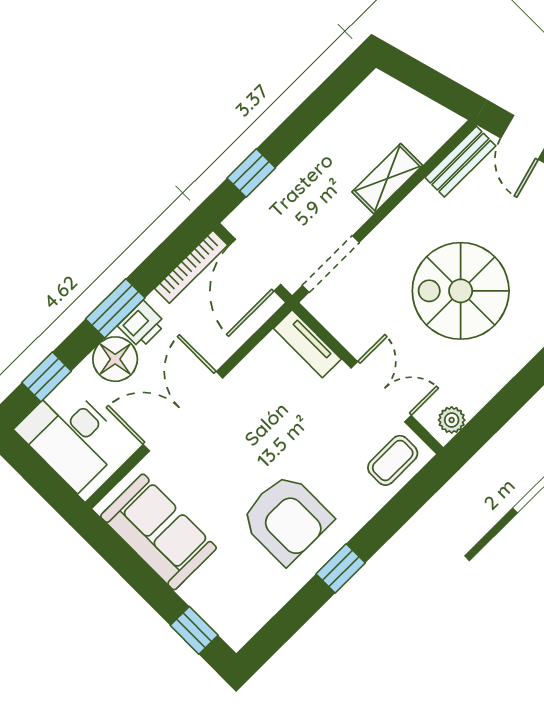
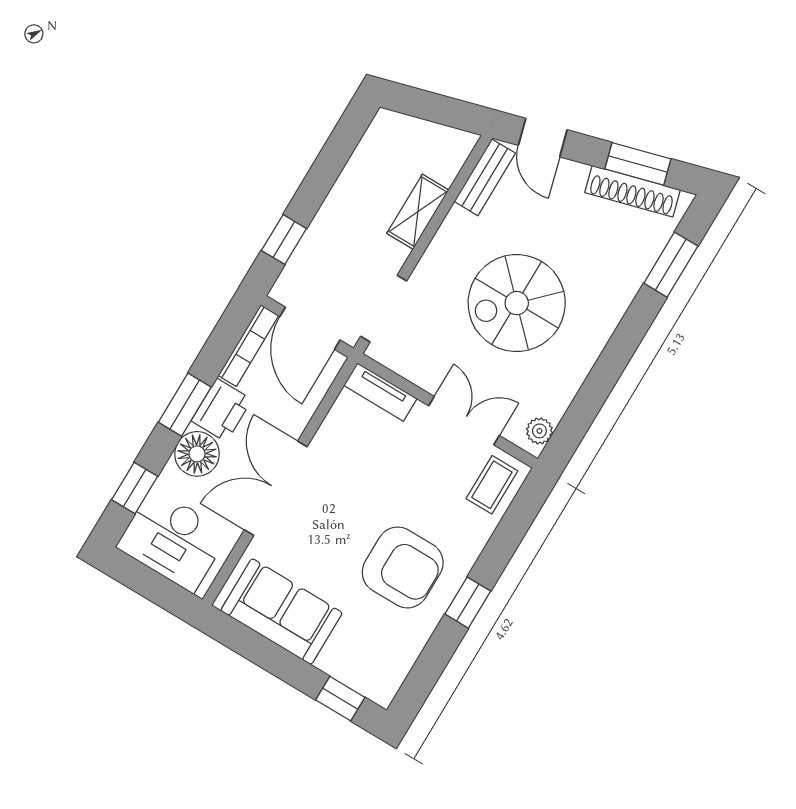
printer: (142, 325) -> (222, 410), width x1.36, depth x1.24

